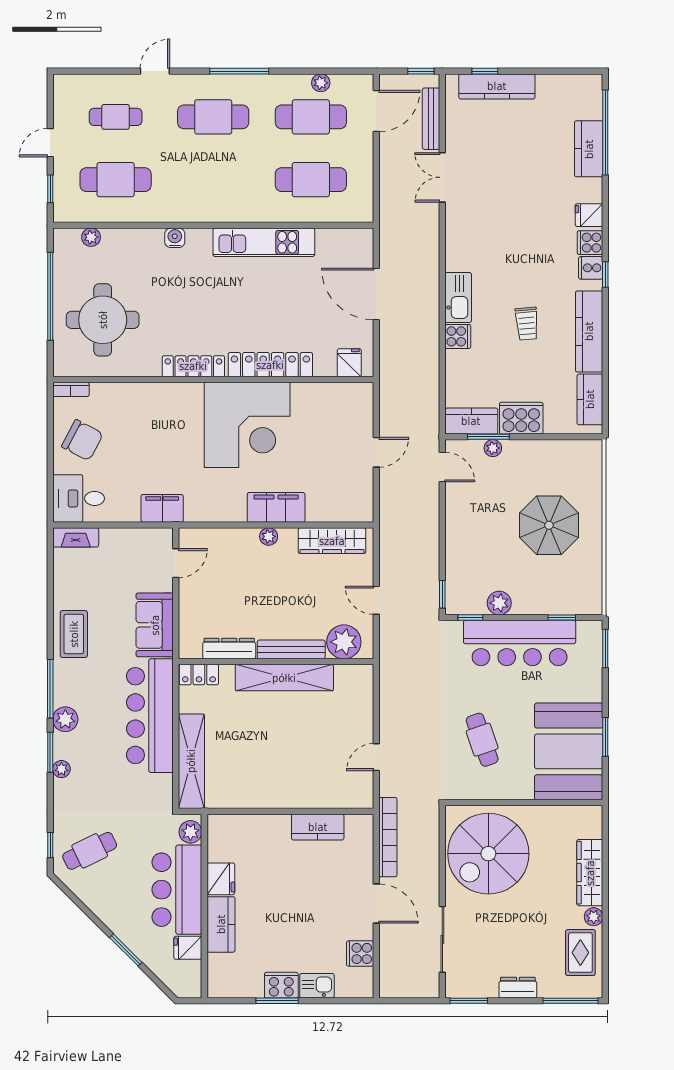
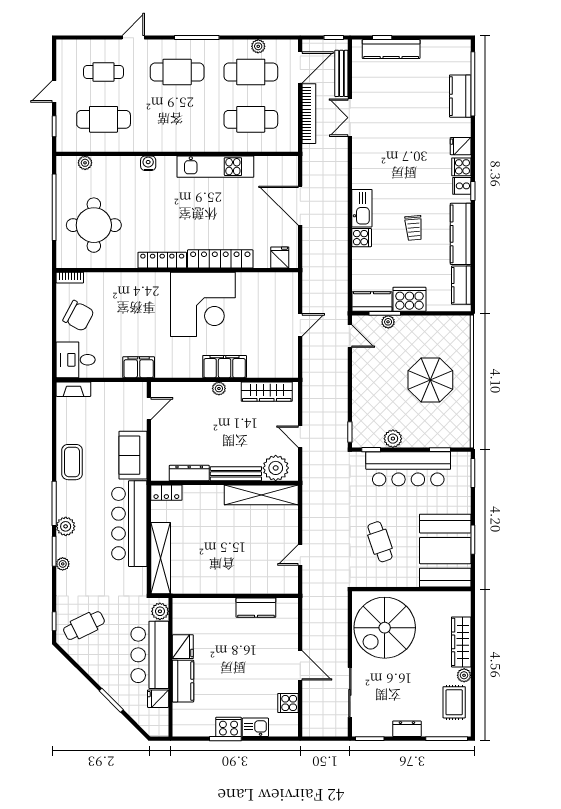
shelving: (284, 678) -> (261, 495), moved
bookcase: (388, 837) -> (309, 114), moved

